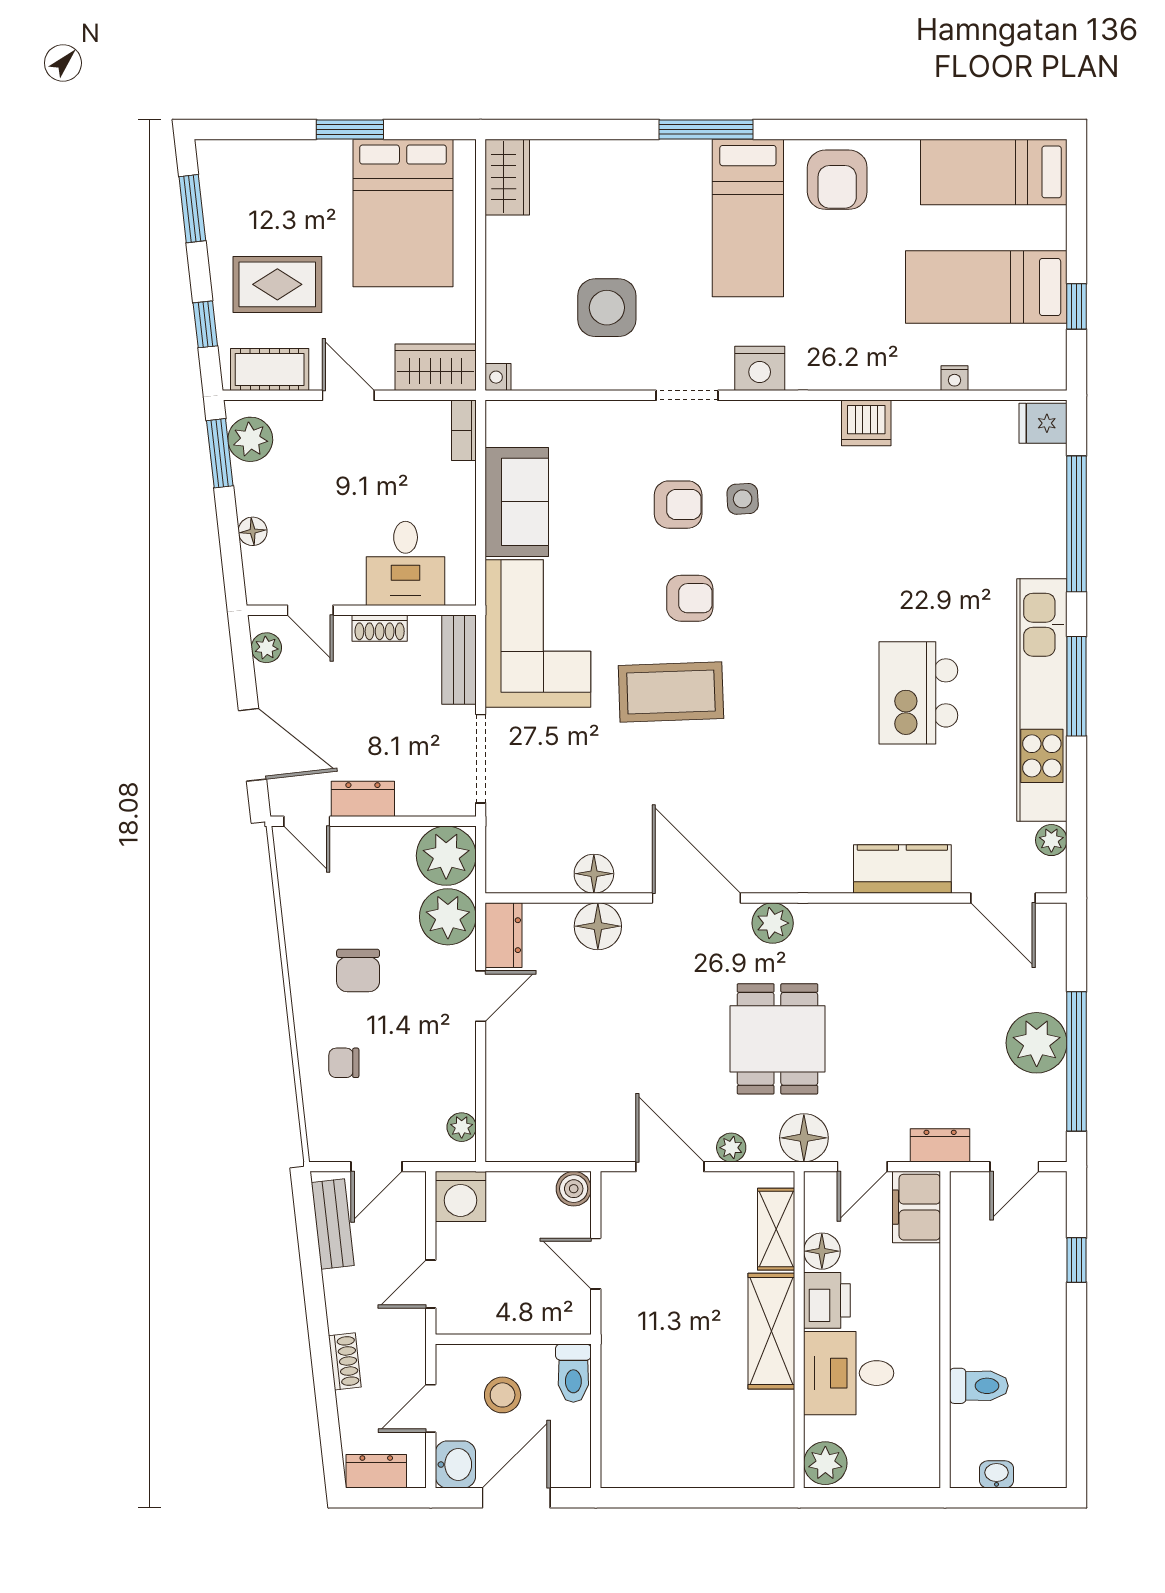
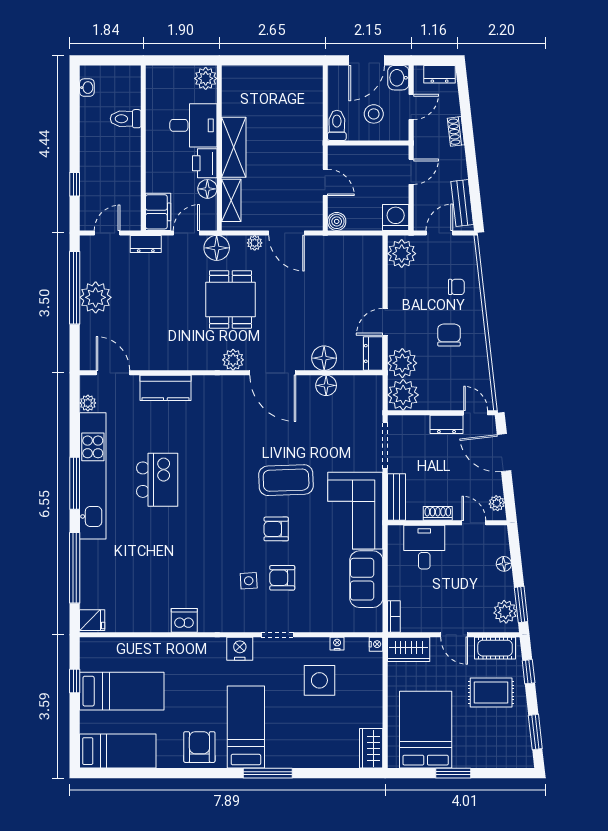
nightstand: (955, 378) -> (337, 644), moved
plant: (462, 1127) -> (402, 254), width x1.87, depth x1.87
washbasin: (996, 1474) -> (87, 88), moved, turned -90

